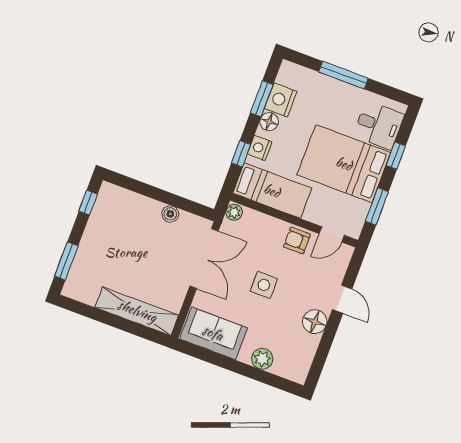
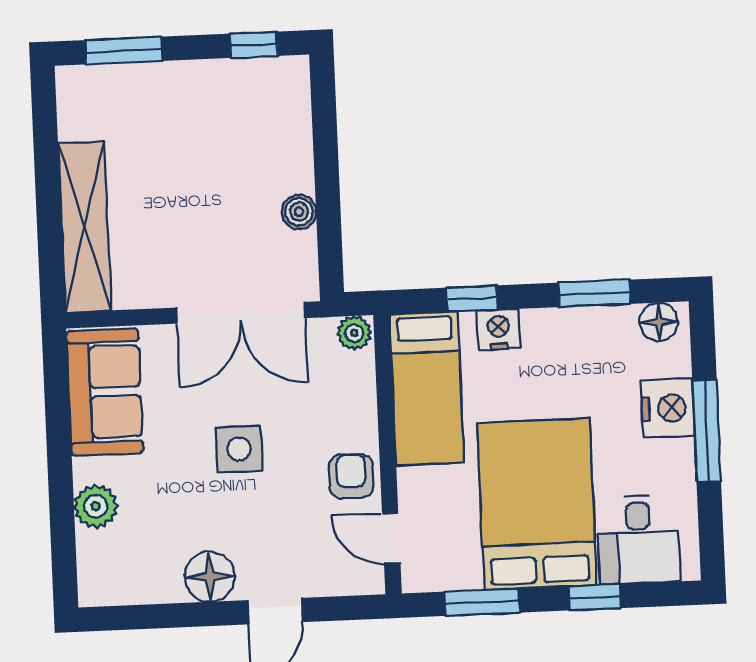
nightstand: (281, 100) -> (668, 408), moved, turned 90
floor lamp: (269, 122) -> (659, 322), moved

